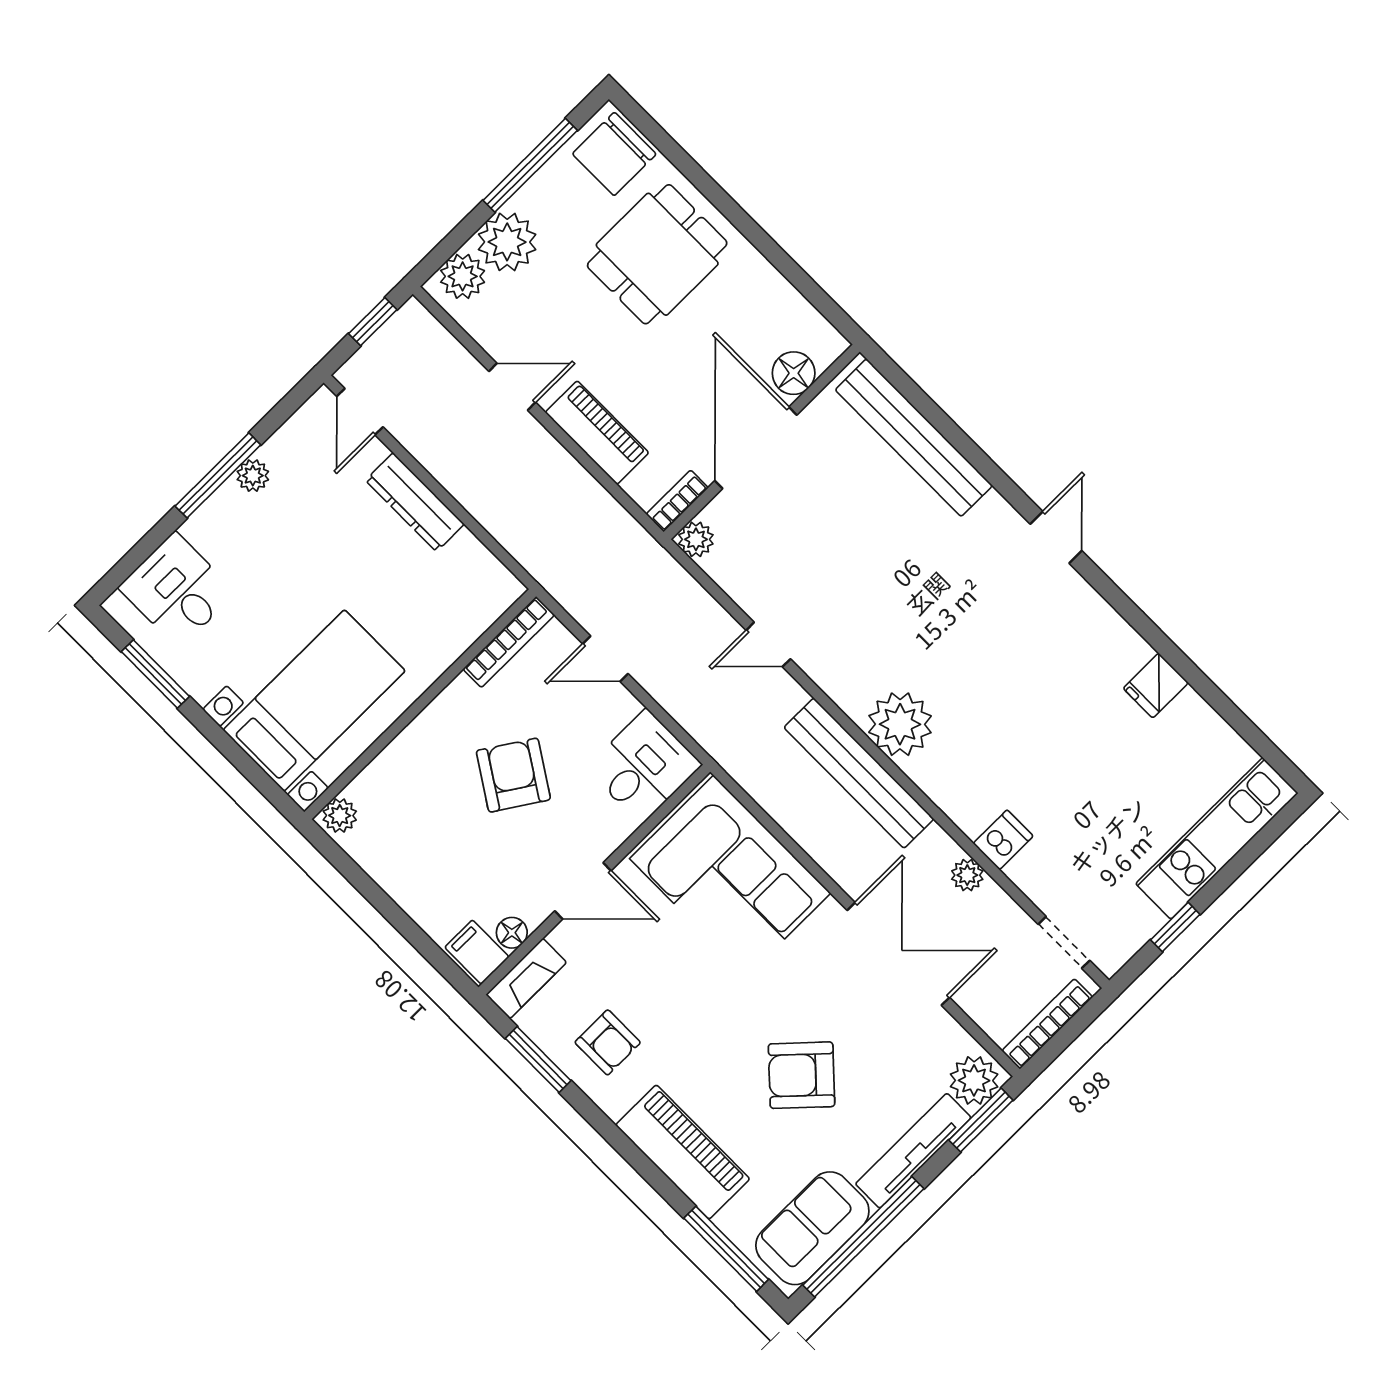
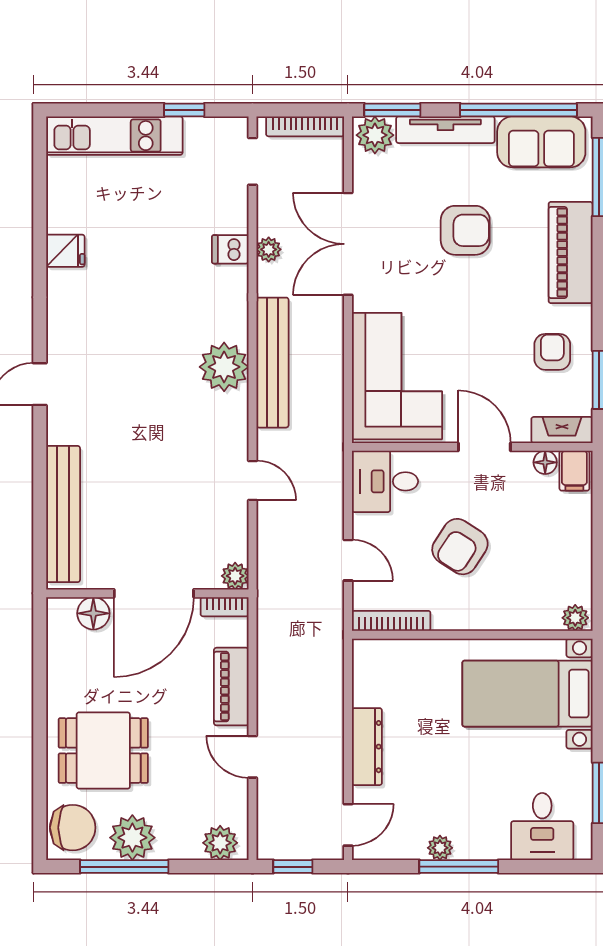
plant: (507, 242) -> (132, 838), moved
armchair: (802, 1075) -> (465, 230), turned -43

